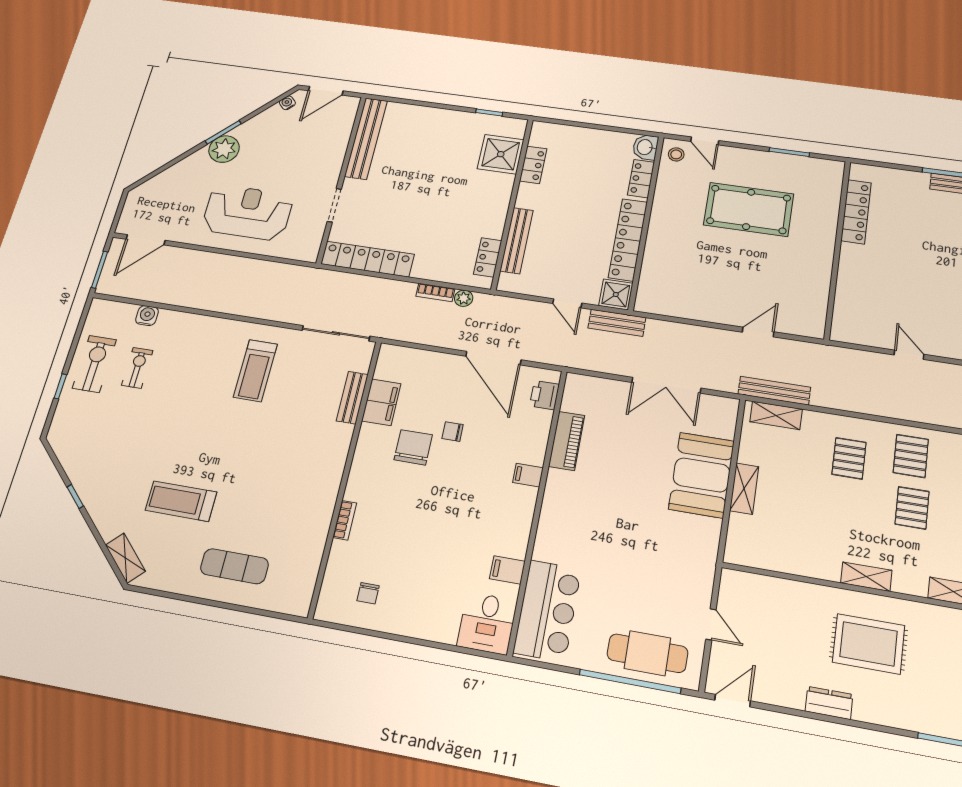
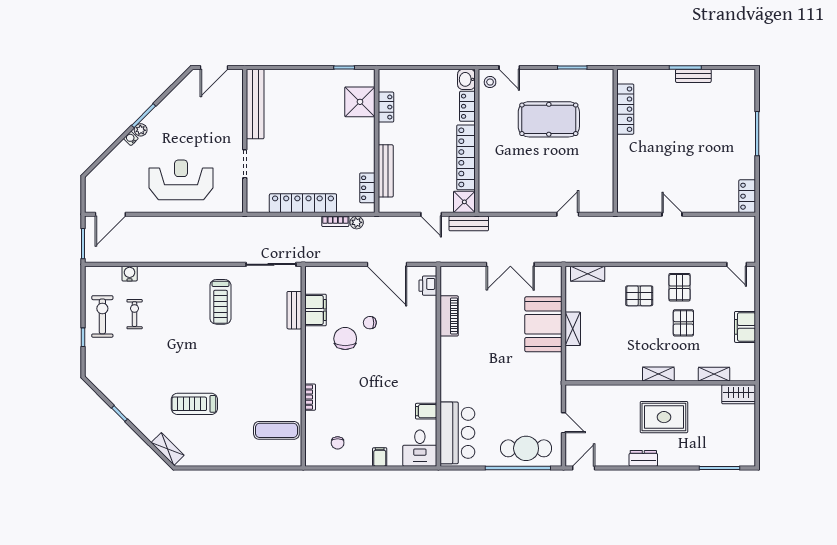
water cooler: (287, 103) -> (131, 138), moved
plant: (224, 149) -> (141, 130), width x0.53, depth x0.53
locker: (367, 259) -> (303, 203), moved
bench: (774, 391) -> (584, 256), removed
pallet: (849, 458) -> (639, 296), turned 90
filing cabinet: (528, 475) -> (380, 457), moved, turned 90
exercise mat: (234, 566) -> (276, 430), moved

